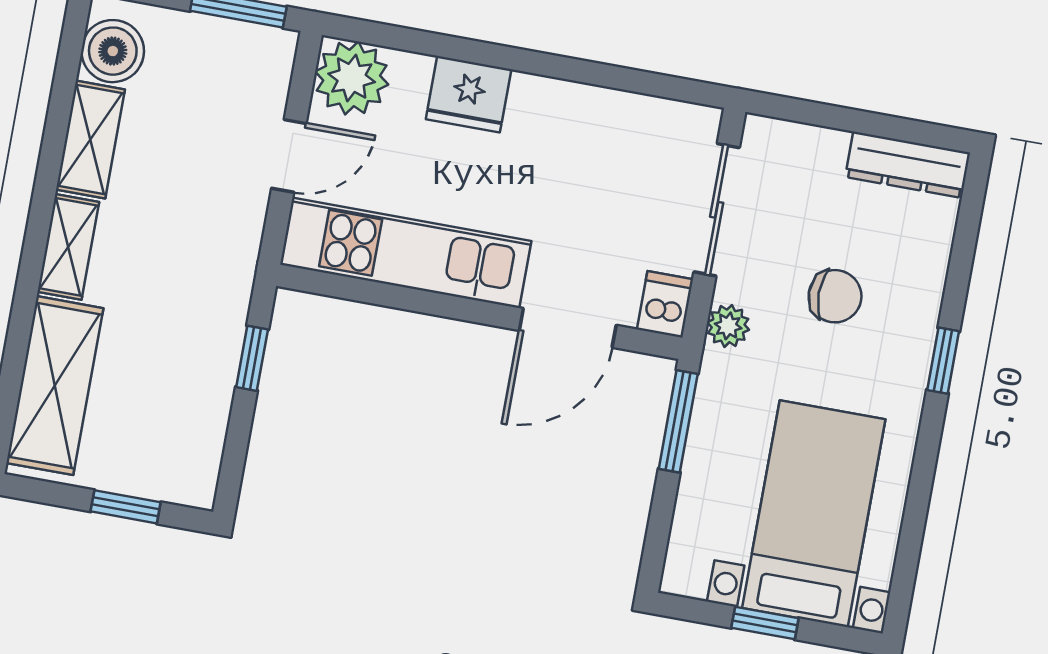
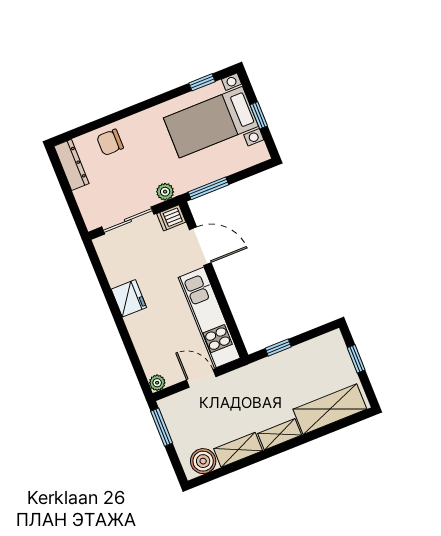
plant: (352, 78) -> (157, 383), width x0.53, depth x0.53
fridge: (469, 94) -> (129, 298), moved
chair: (835, 296) -> (110, 142), moved, turned -90
window: (943, 361) -> (202, 82), moved

